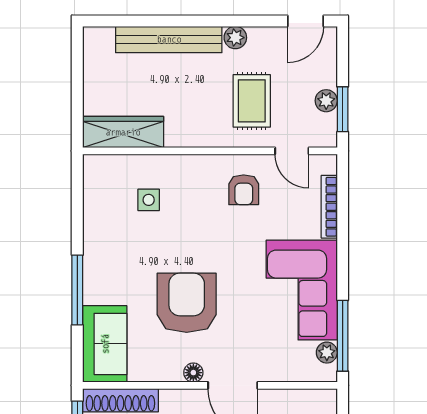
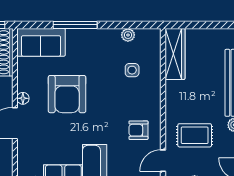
plant: (93, 206) -> (128, 35), added
armchair: (187, 303) -> (67, 94), turned 90

